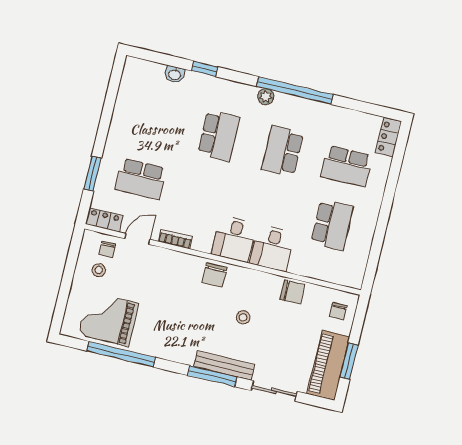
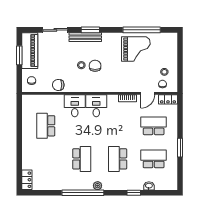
school desk: (346, 166) -> (154, 159), moved
window: (93, 173) -> (180, 148), moved
chair: (215, 275) -> (95, 66), moved
grand piano: (109, 319) -> (136, 49), moved
window: (212, 376) -> (90, 30), width x0.69

